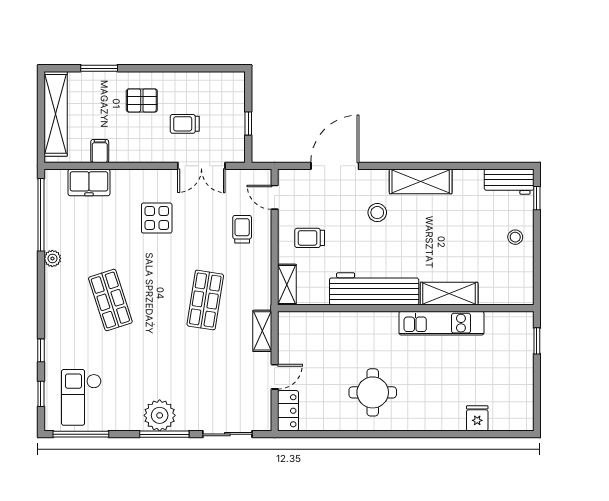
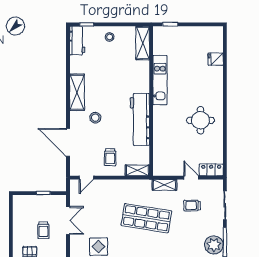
trolley: (242, 229) -> (192, 206), moved
shelving: (449, 294) -> (143, 43), moved
shop shelf: (205, 300) -> (146, 218), width x1.43, depth x1.36

